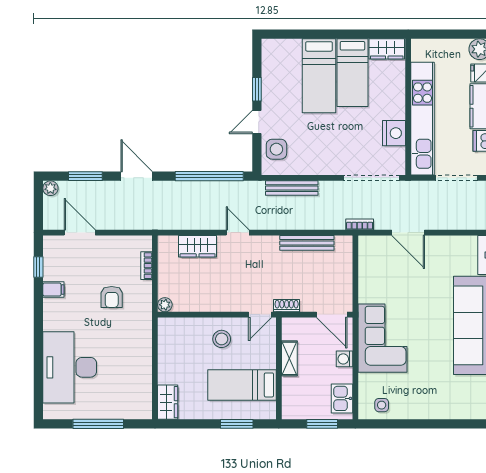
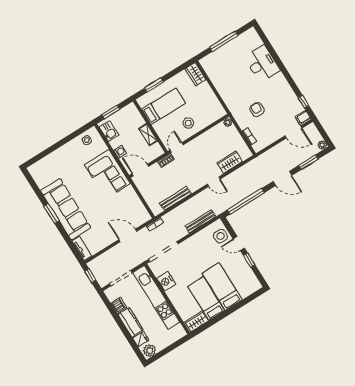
door: (257, 122) -> (239, 244), swing flipped
filing cabinet: (53, 290) -> (303, 118), moved
desk: (70, 367) -> (262, 64), width x0.73, depth x0.77

